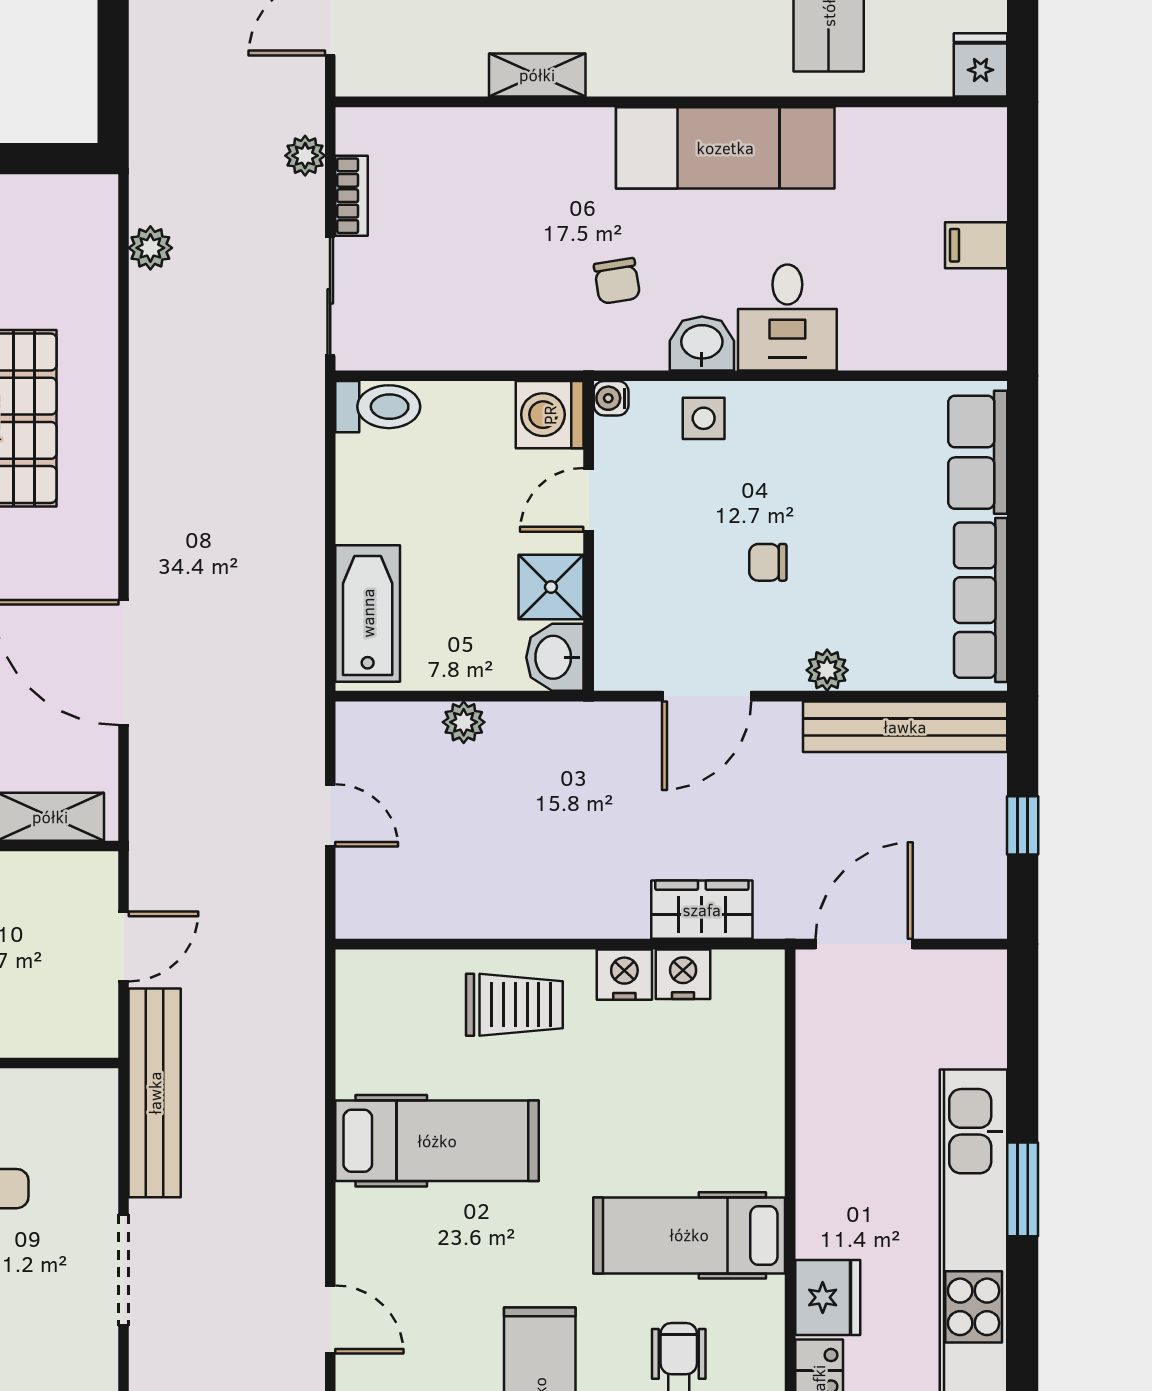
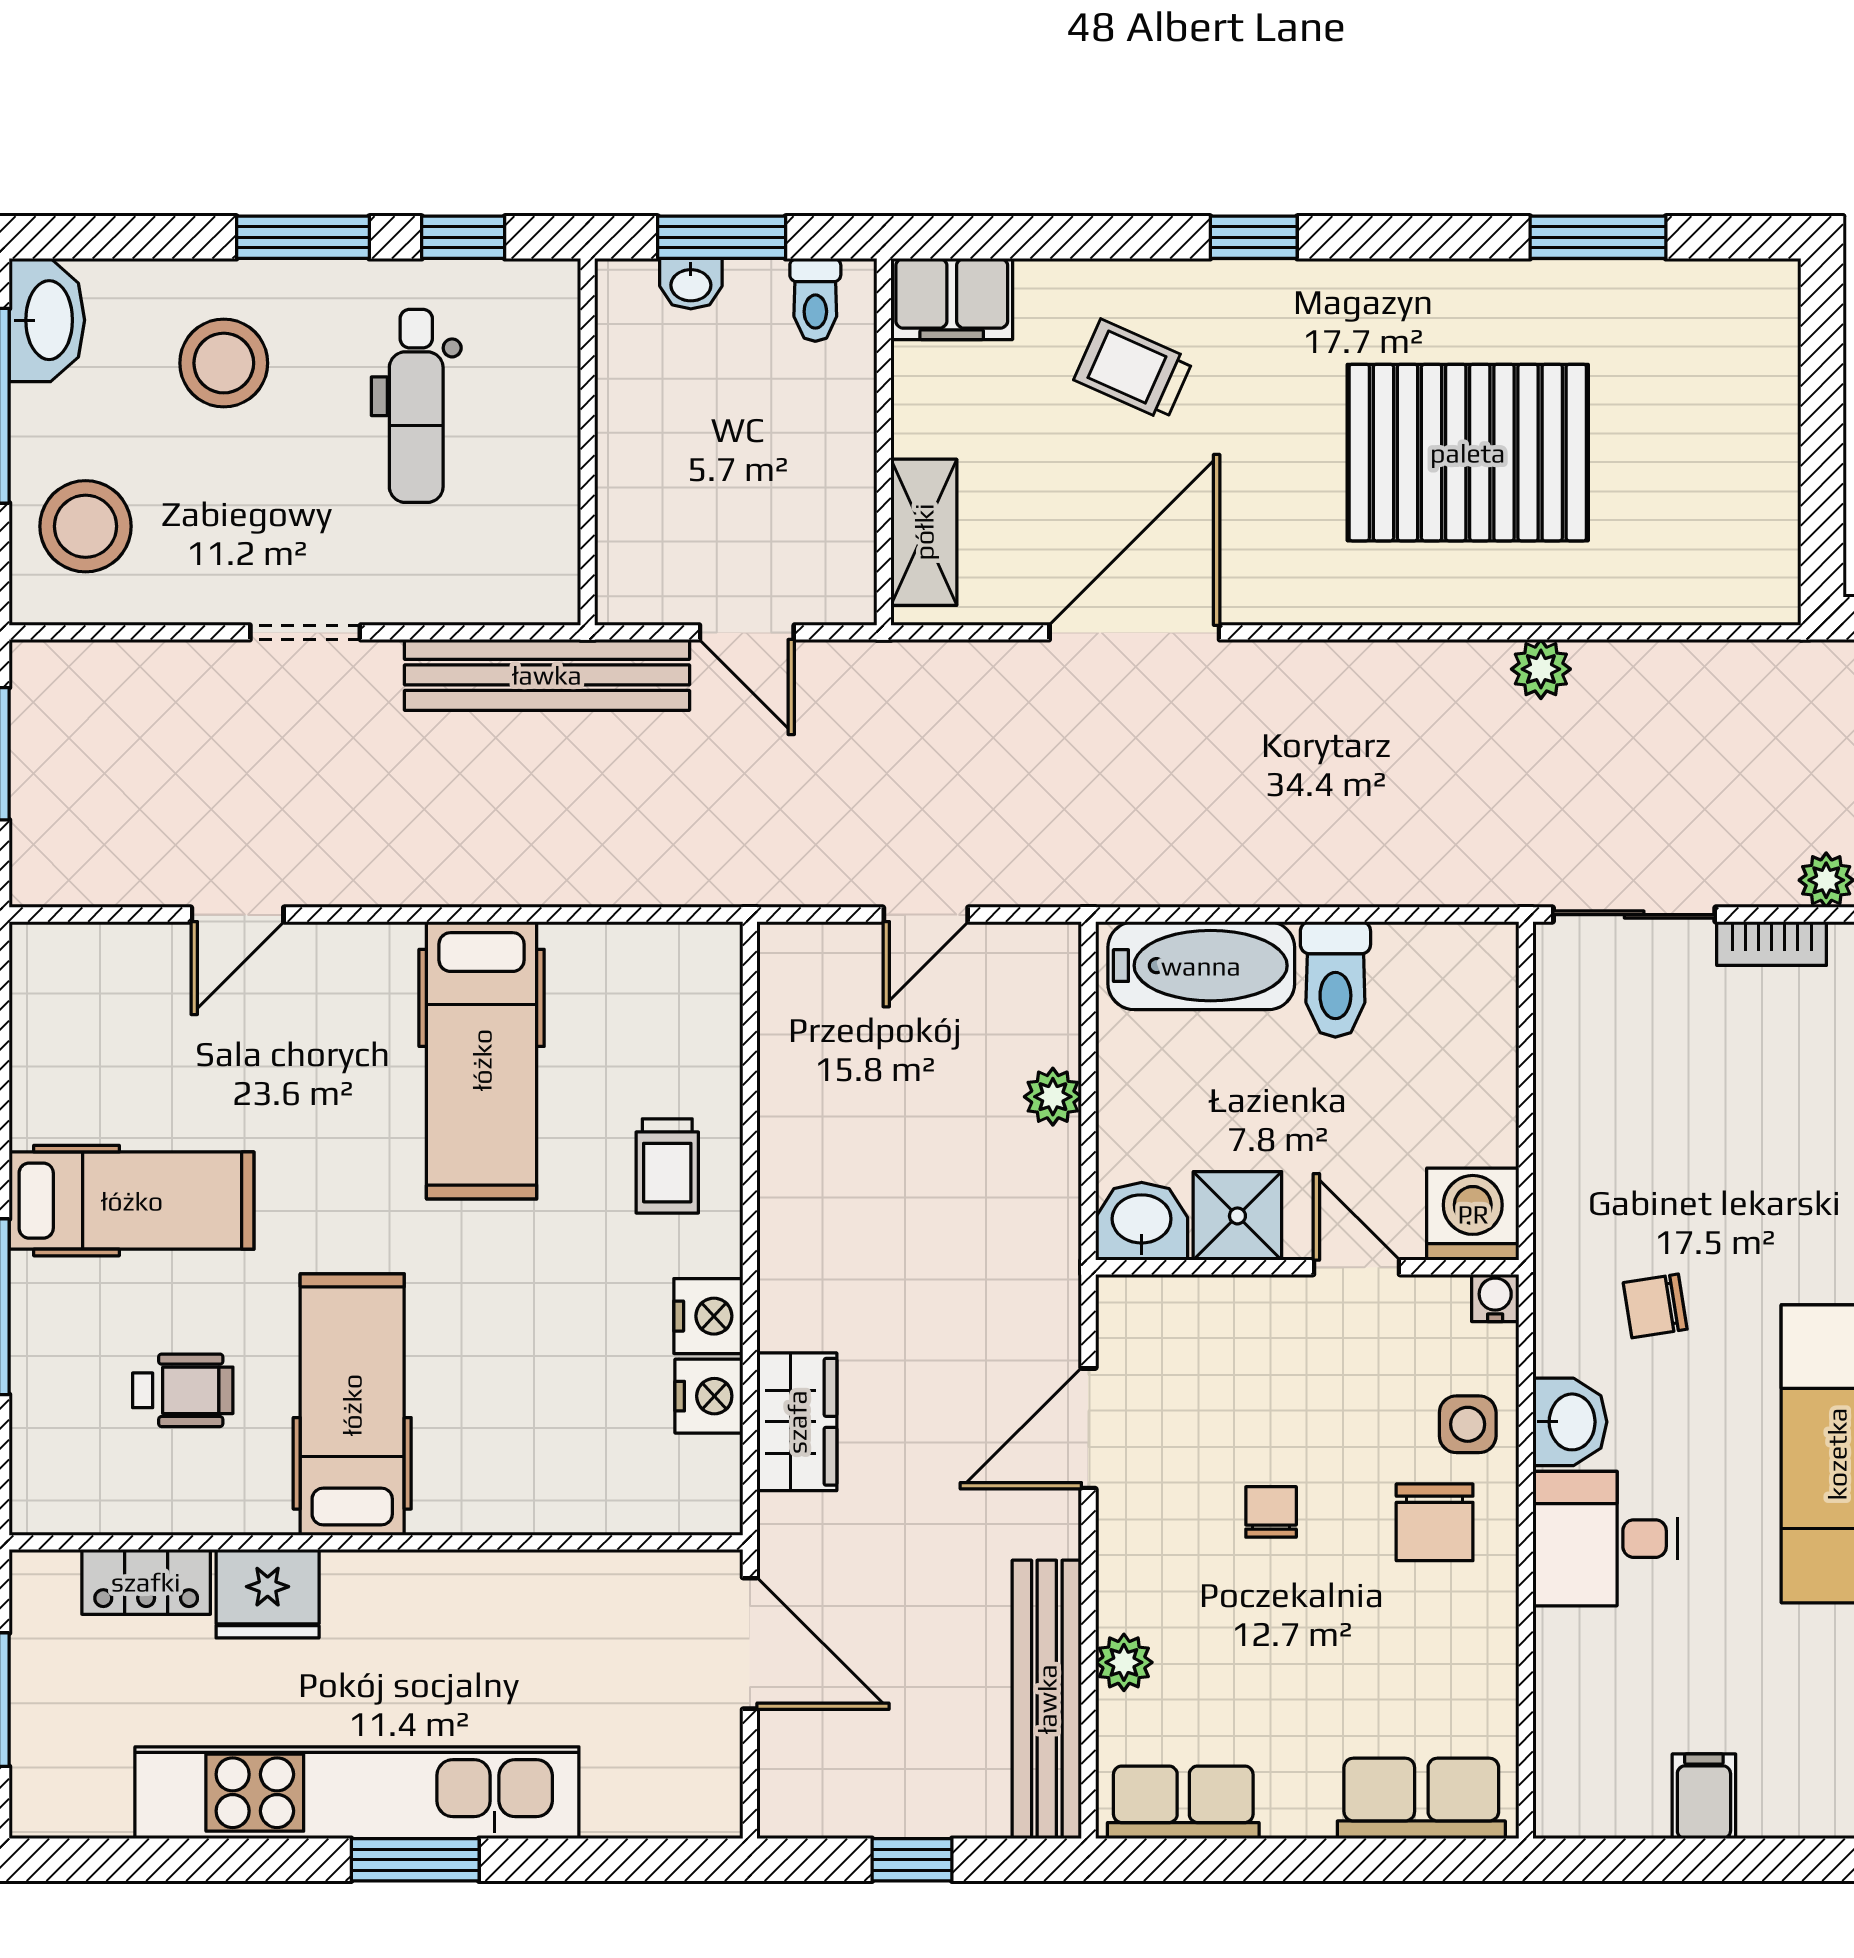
plant: (150, 248) -> (1541, 669), moved
toilet: (378, 407) -> (1335, 979), moved
chair: (775, 443) -> (1435, 1522), added
row of seats: (981, 600) -> (1183, 1802), width x0.68
plant: (827, 670) -> (1124, 1662), moved
door: (707, 696) -> (1088, 1428), hinge flipped
trolley: (514, 1005) -> (667, 1166), width x0.73, depth x0.72
doorway: (124, 1270) -> (305, 632), width x0.73

